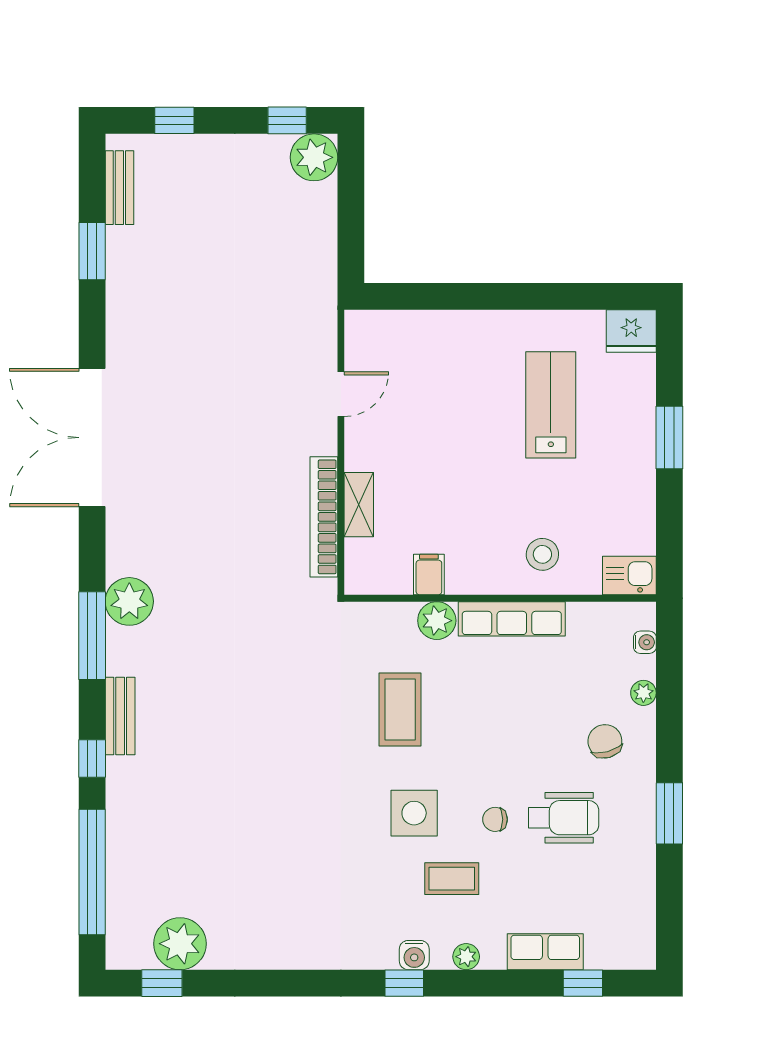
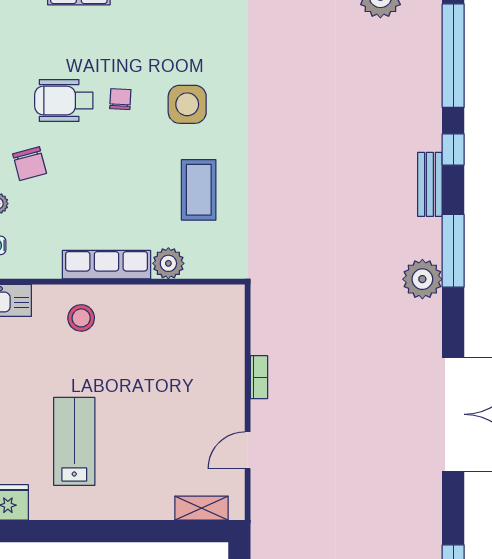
lab bench: (551, 405) -> (74, 441), turned 180
shelving: (359, 505) -> (202, 508), moved, turned 90
bookcase: (324, 517) -> (259, 377), width x0.43, depth x0.76
filing cabinet: (429, 575) -> (175, 301), removed
chair: (495, 819) -> (120, 99), turned -87
coffee table: (452, 879) -> (156, 50), removed

